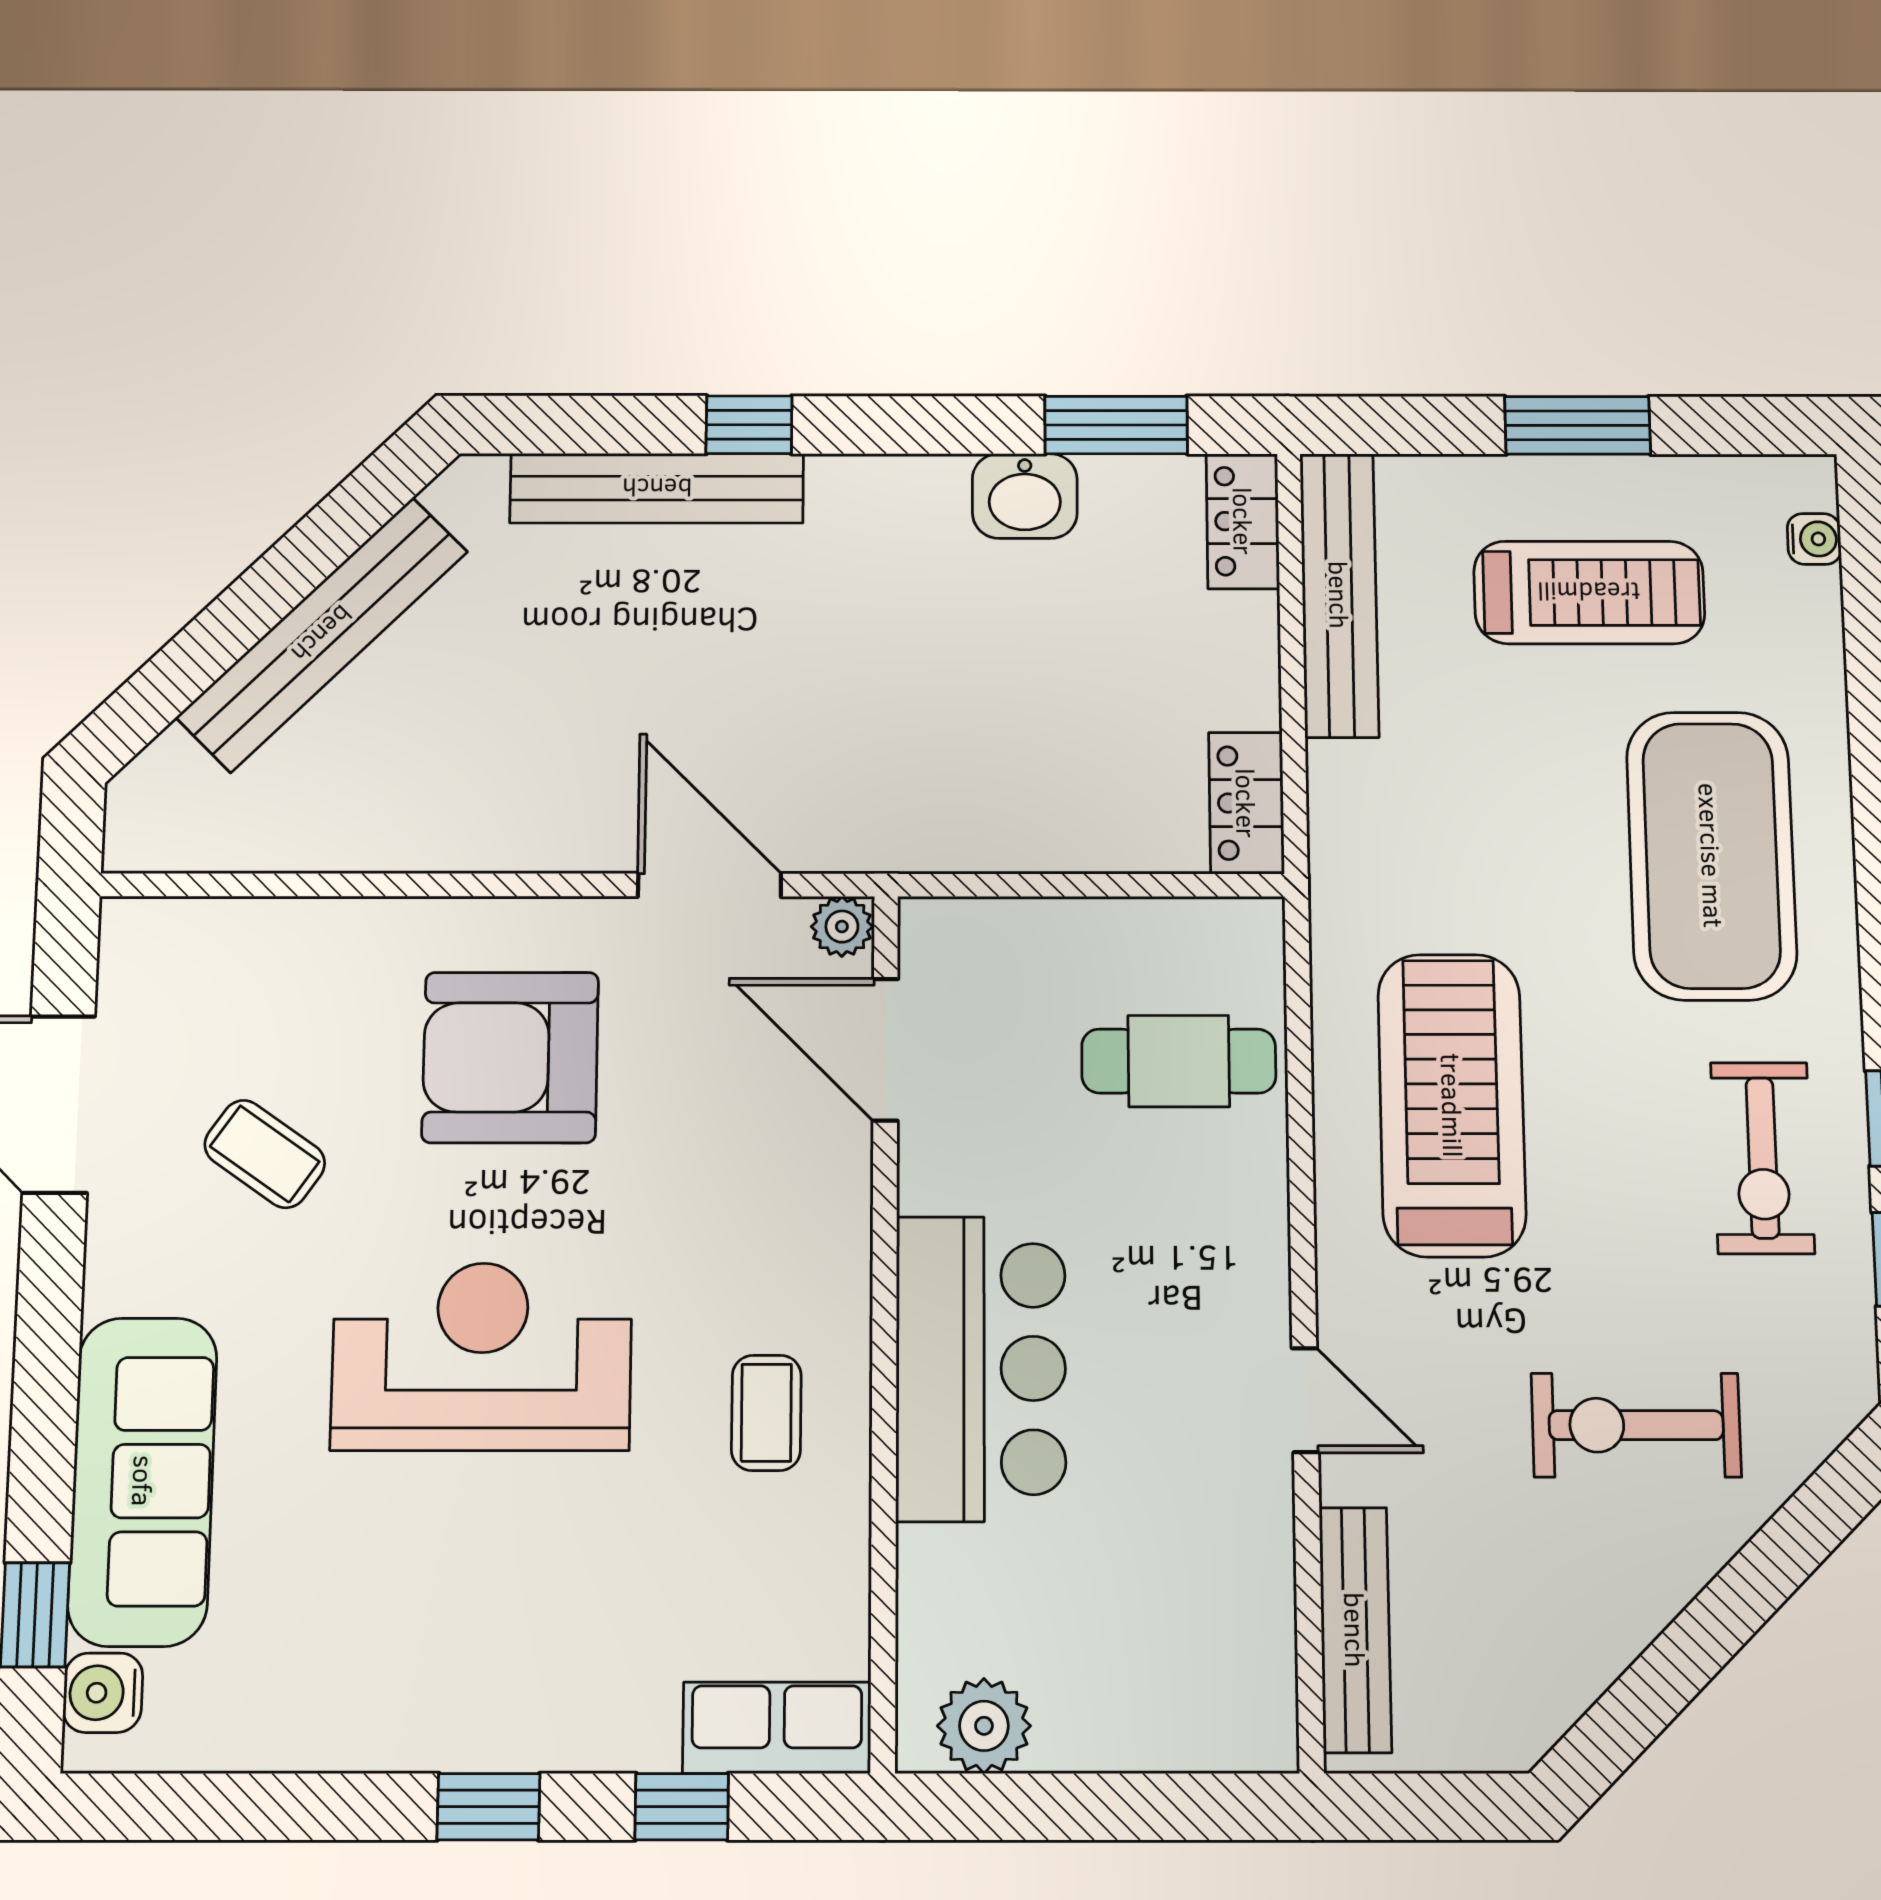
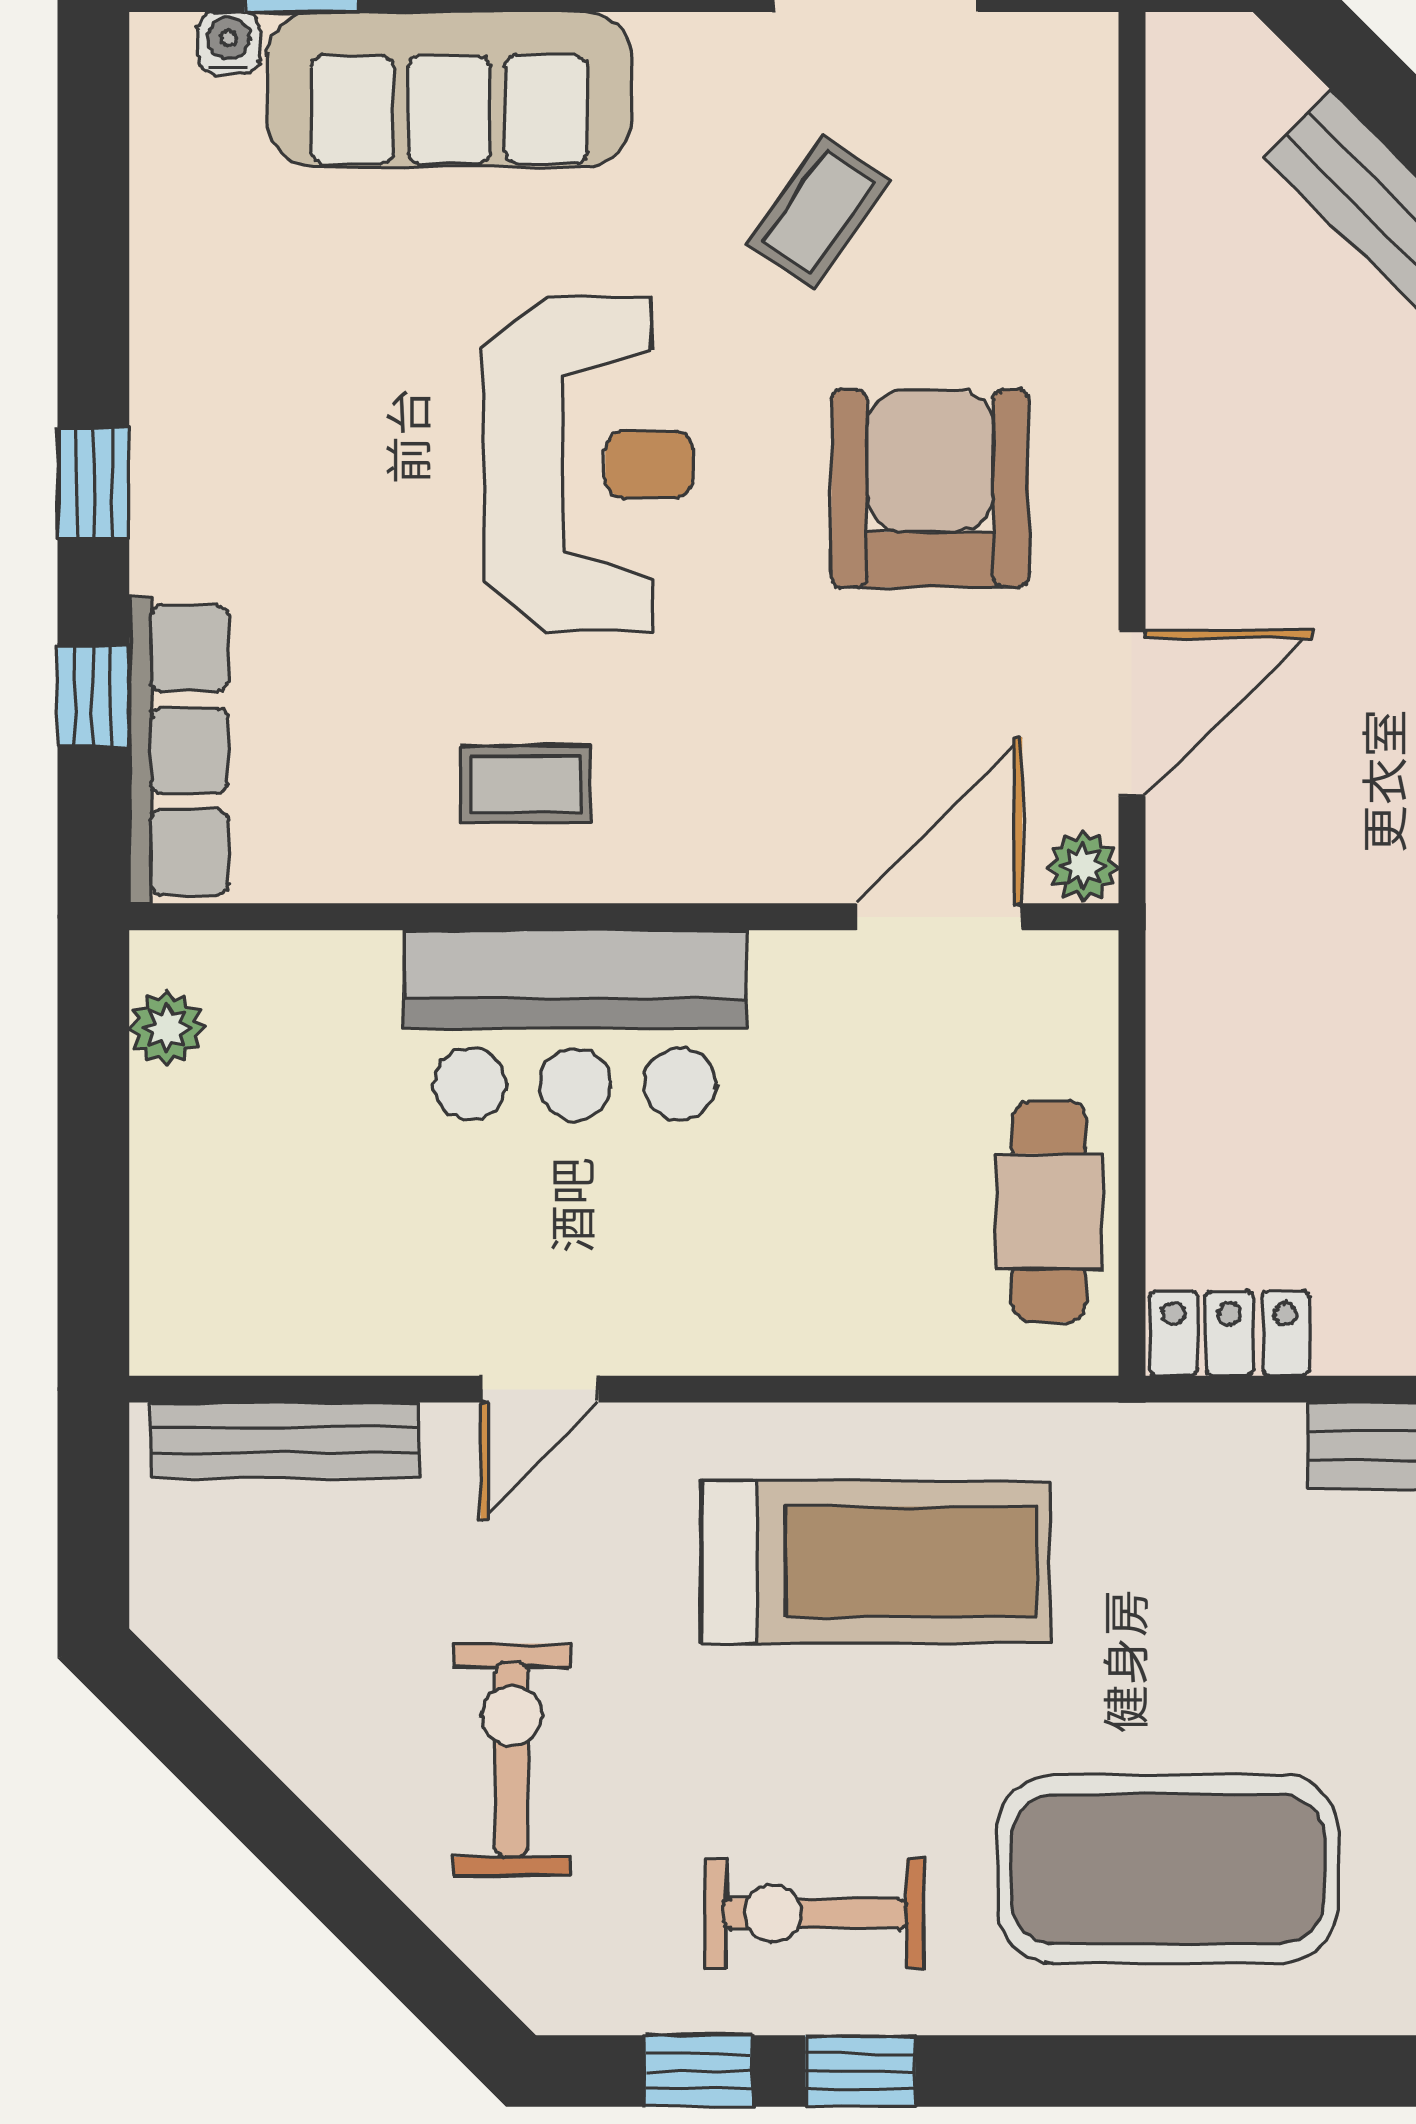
cafe table: (1179, 1061) -> (1049, 1211), moved
water cooler: (103, 1693) -> (229, 43), width x0.72, depth x0.72
plant: (984, 1726) -> (167, 1028), width x0.73, depth x0.73
row of seats: (777, 1728) -> (179, 750), width x1.48

